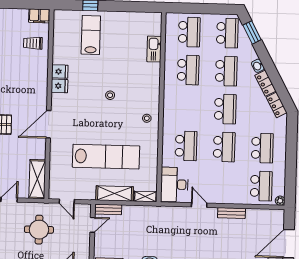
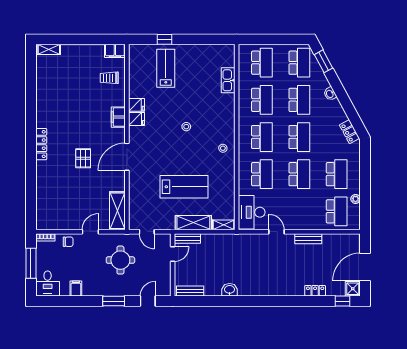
filing cabinet: (41, 83) -> (118, 117), added
locker: (265, 83) -> (338, 111), removed
school desk: (187, 108) -> (262, 137), added
lab bench: (106, 157) -> (184, 187), width x0.73
plant: (280, 201) -> (356, 199), moved

